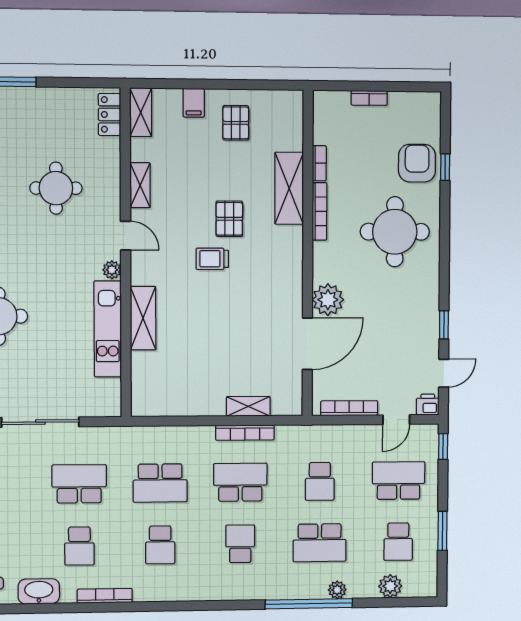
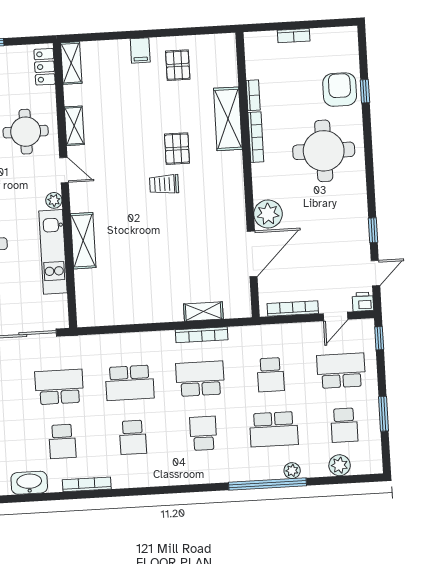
shelving: (141, 112) -> (71, 63), moved
locker: (109, 114) -> (45, 67), moved
shelving: (140, 185) -> (74, 126), moved
door: (126, 236) -> (64, 170), moved
wall: (126, 253) -> (65, 185), moved
plant: (112, 270) -> (54, 200), moved
shelving: (143, 318) -> (83, 241), moved
kitchen unit: (108, 329) -> (53, 252), moved

